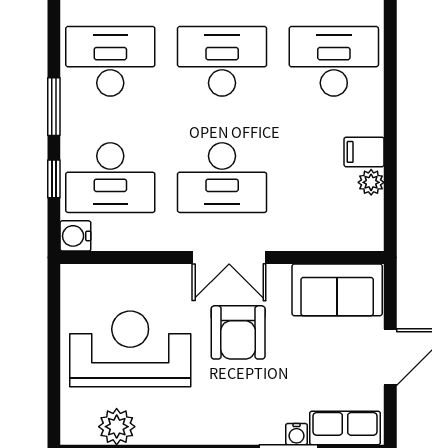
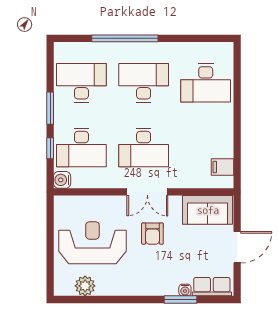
desk: (334, 61) -> (206, 83), turned 180
filing cabinet: (364, 152) -> (222, 167), moved
plant: (371, 182) -> (226, 150), removed
armchair: (238, 332) -> (152, 234), width x0.72, depth x0.72

